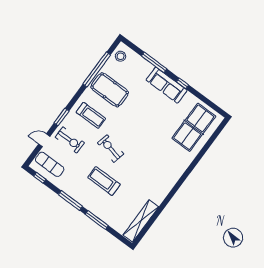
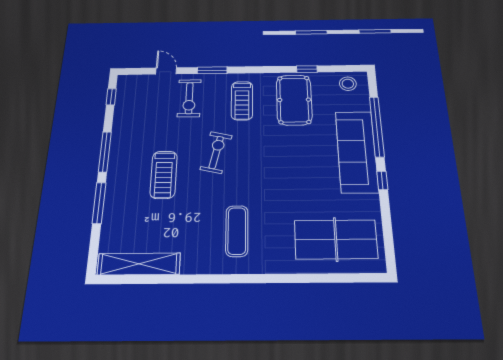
window: (154, 62) -> (377, 126), width x1.46
window: (97, 69) -> (307, 69), width x0.32
sofa: (167, 85) -> (357, 151), width x1.36, depth x1.27
exercise mat: (50, 164) -> (237, 231), moved
treadmill: (104, 181) -> (164, 175), turned 180

